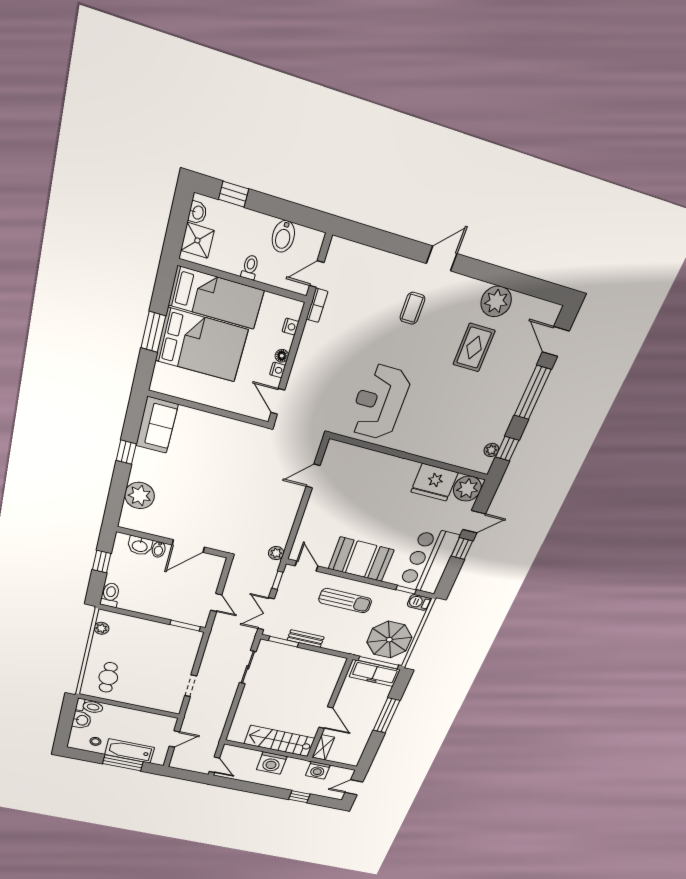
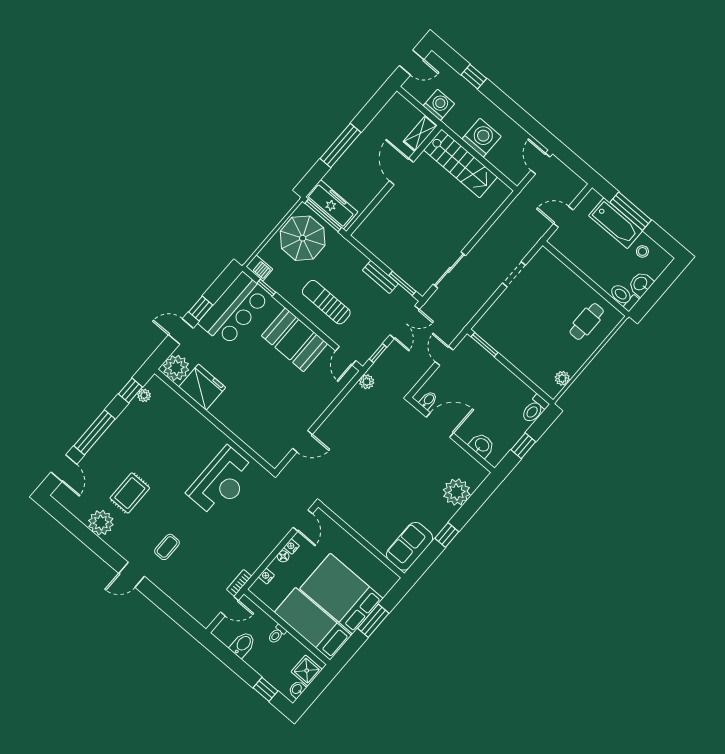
bidet: (159, 550) -> (428, 400), moved

